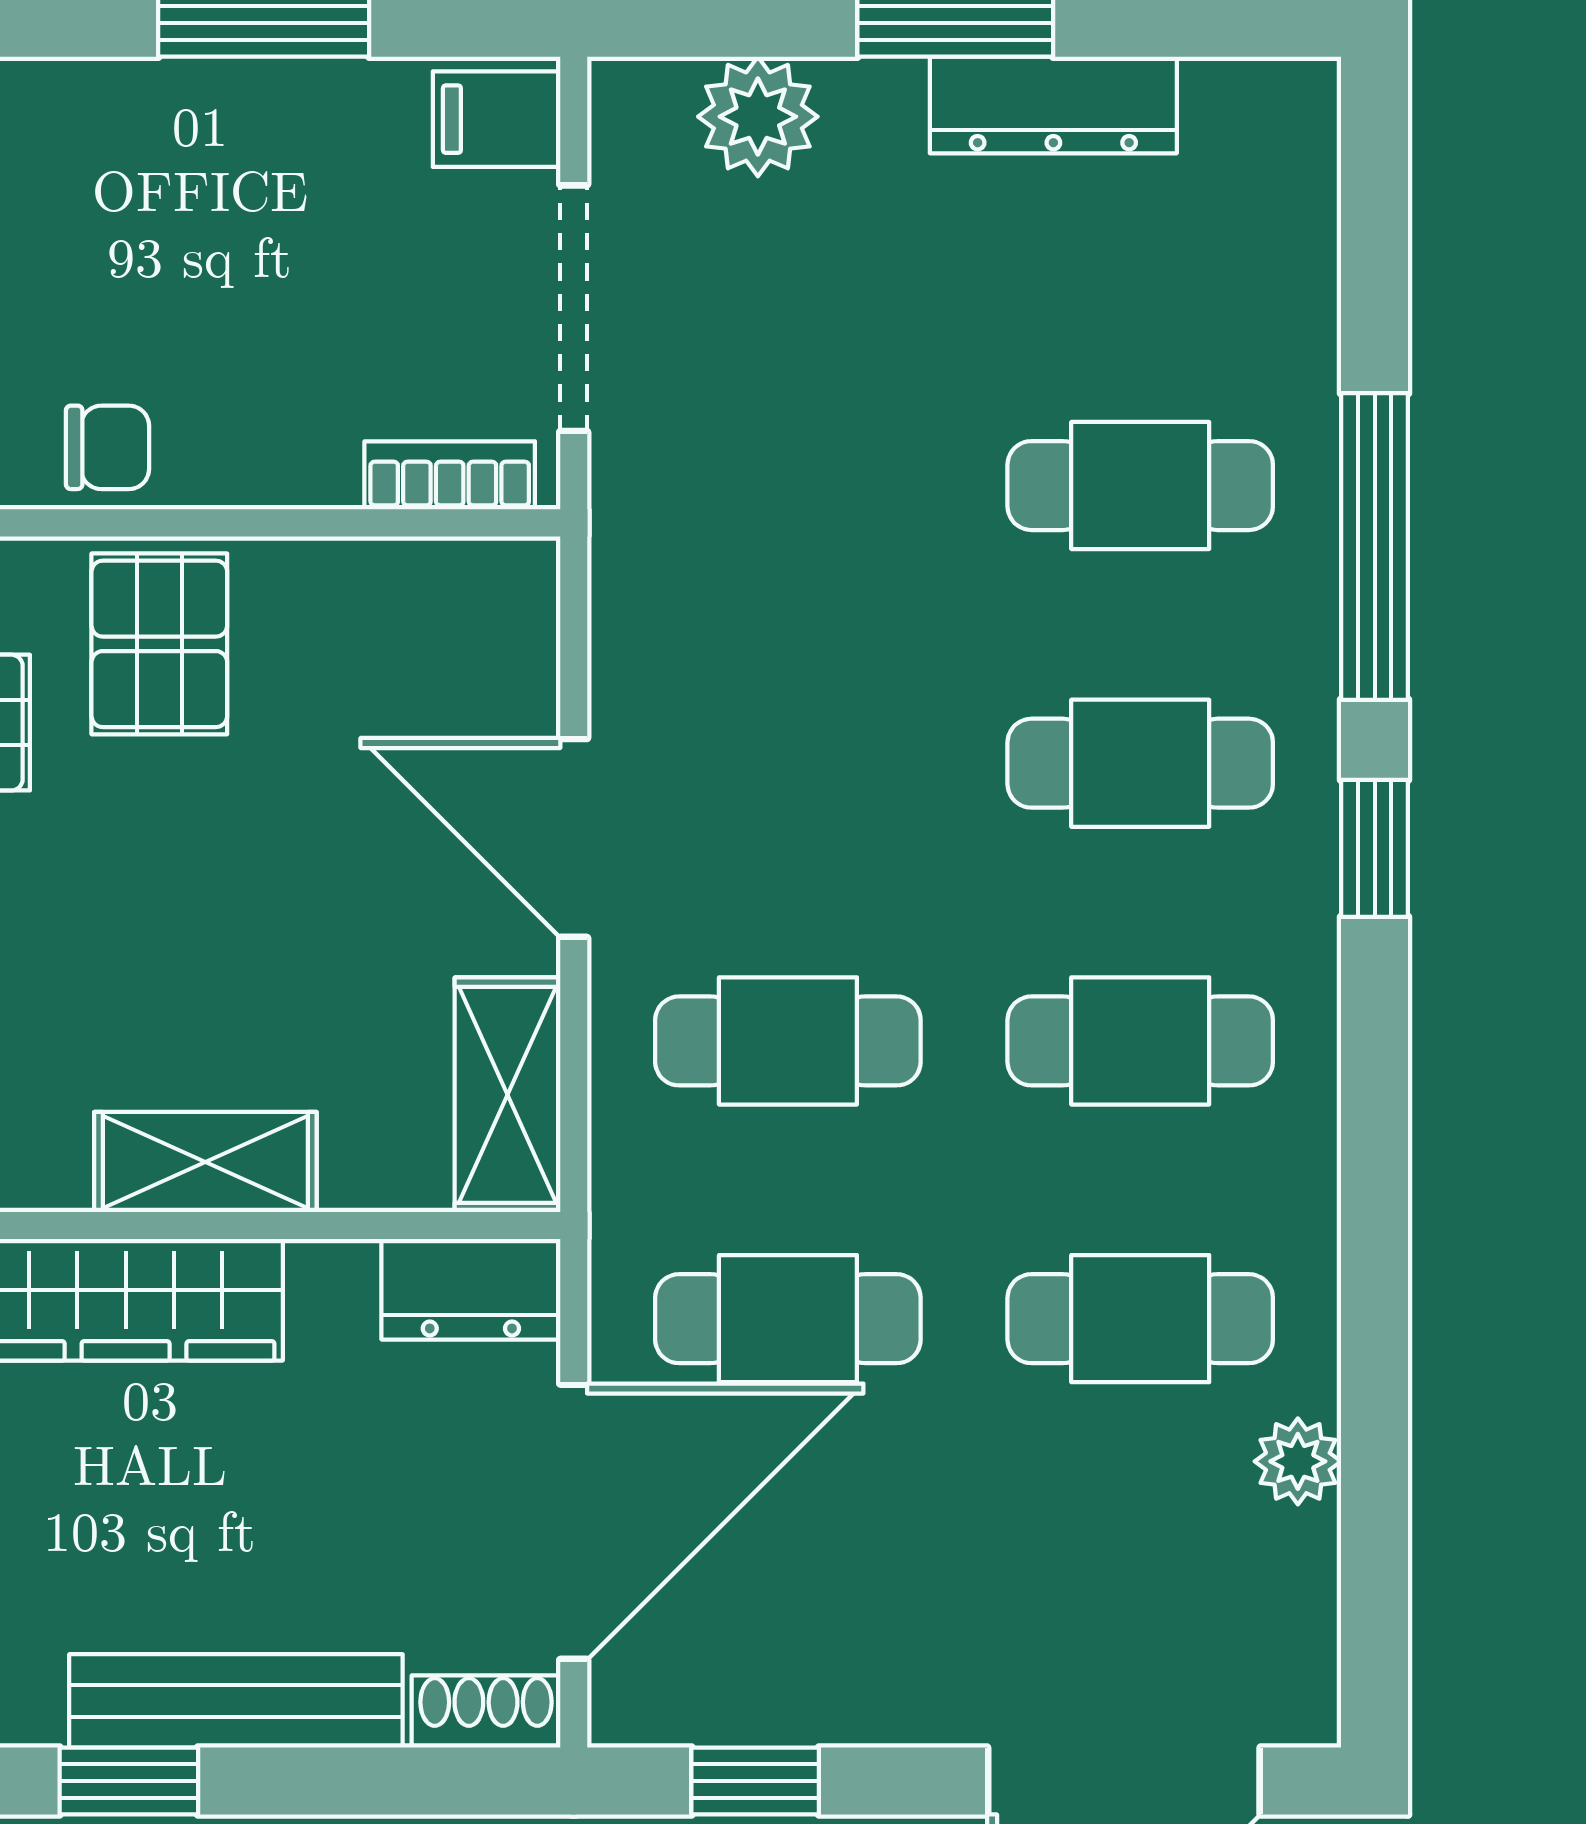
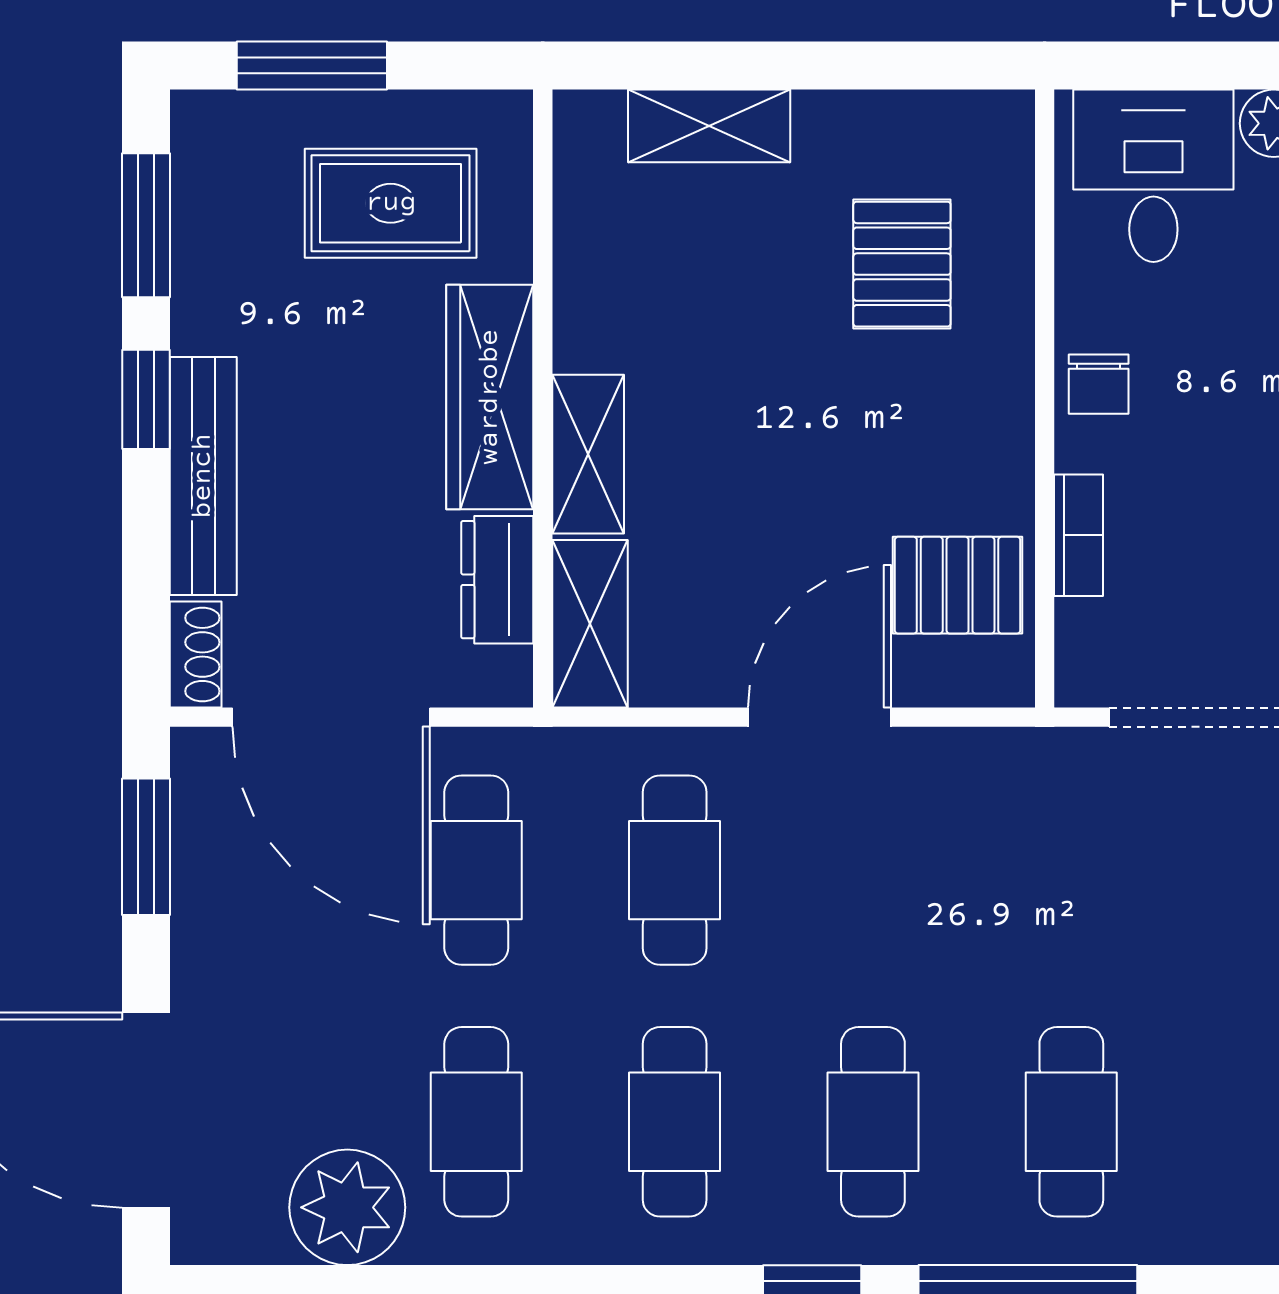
bookcase: (450, 475) -> (1079, 535), moved
pallet: (159, 644) -> (958, 585), moved
shelving: (508, 1095) -> (590, 624), moved, turned 90
dresser: (471, 1289) -> (497, 580), moved
plant: (1298, 1461) -> (347, 1207), width x1.88, depth x1.88
window: (755, 1781) -> (146, 847), width x1.50

